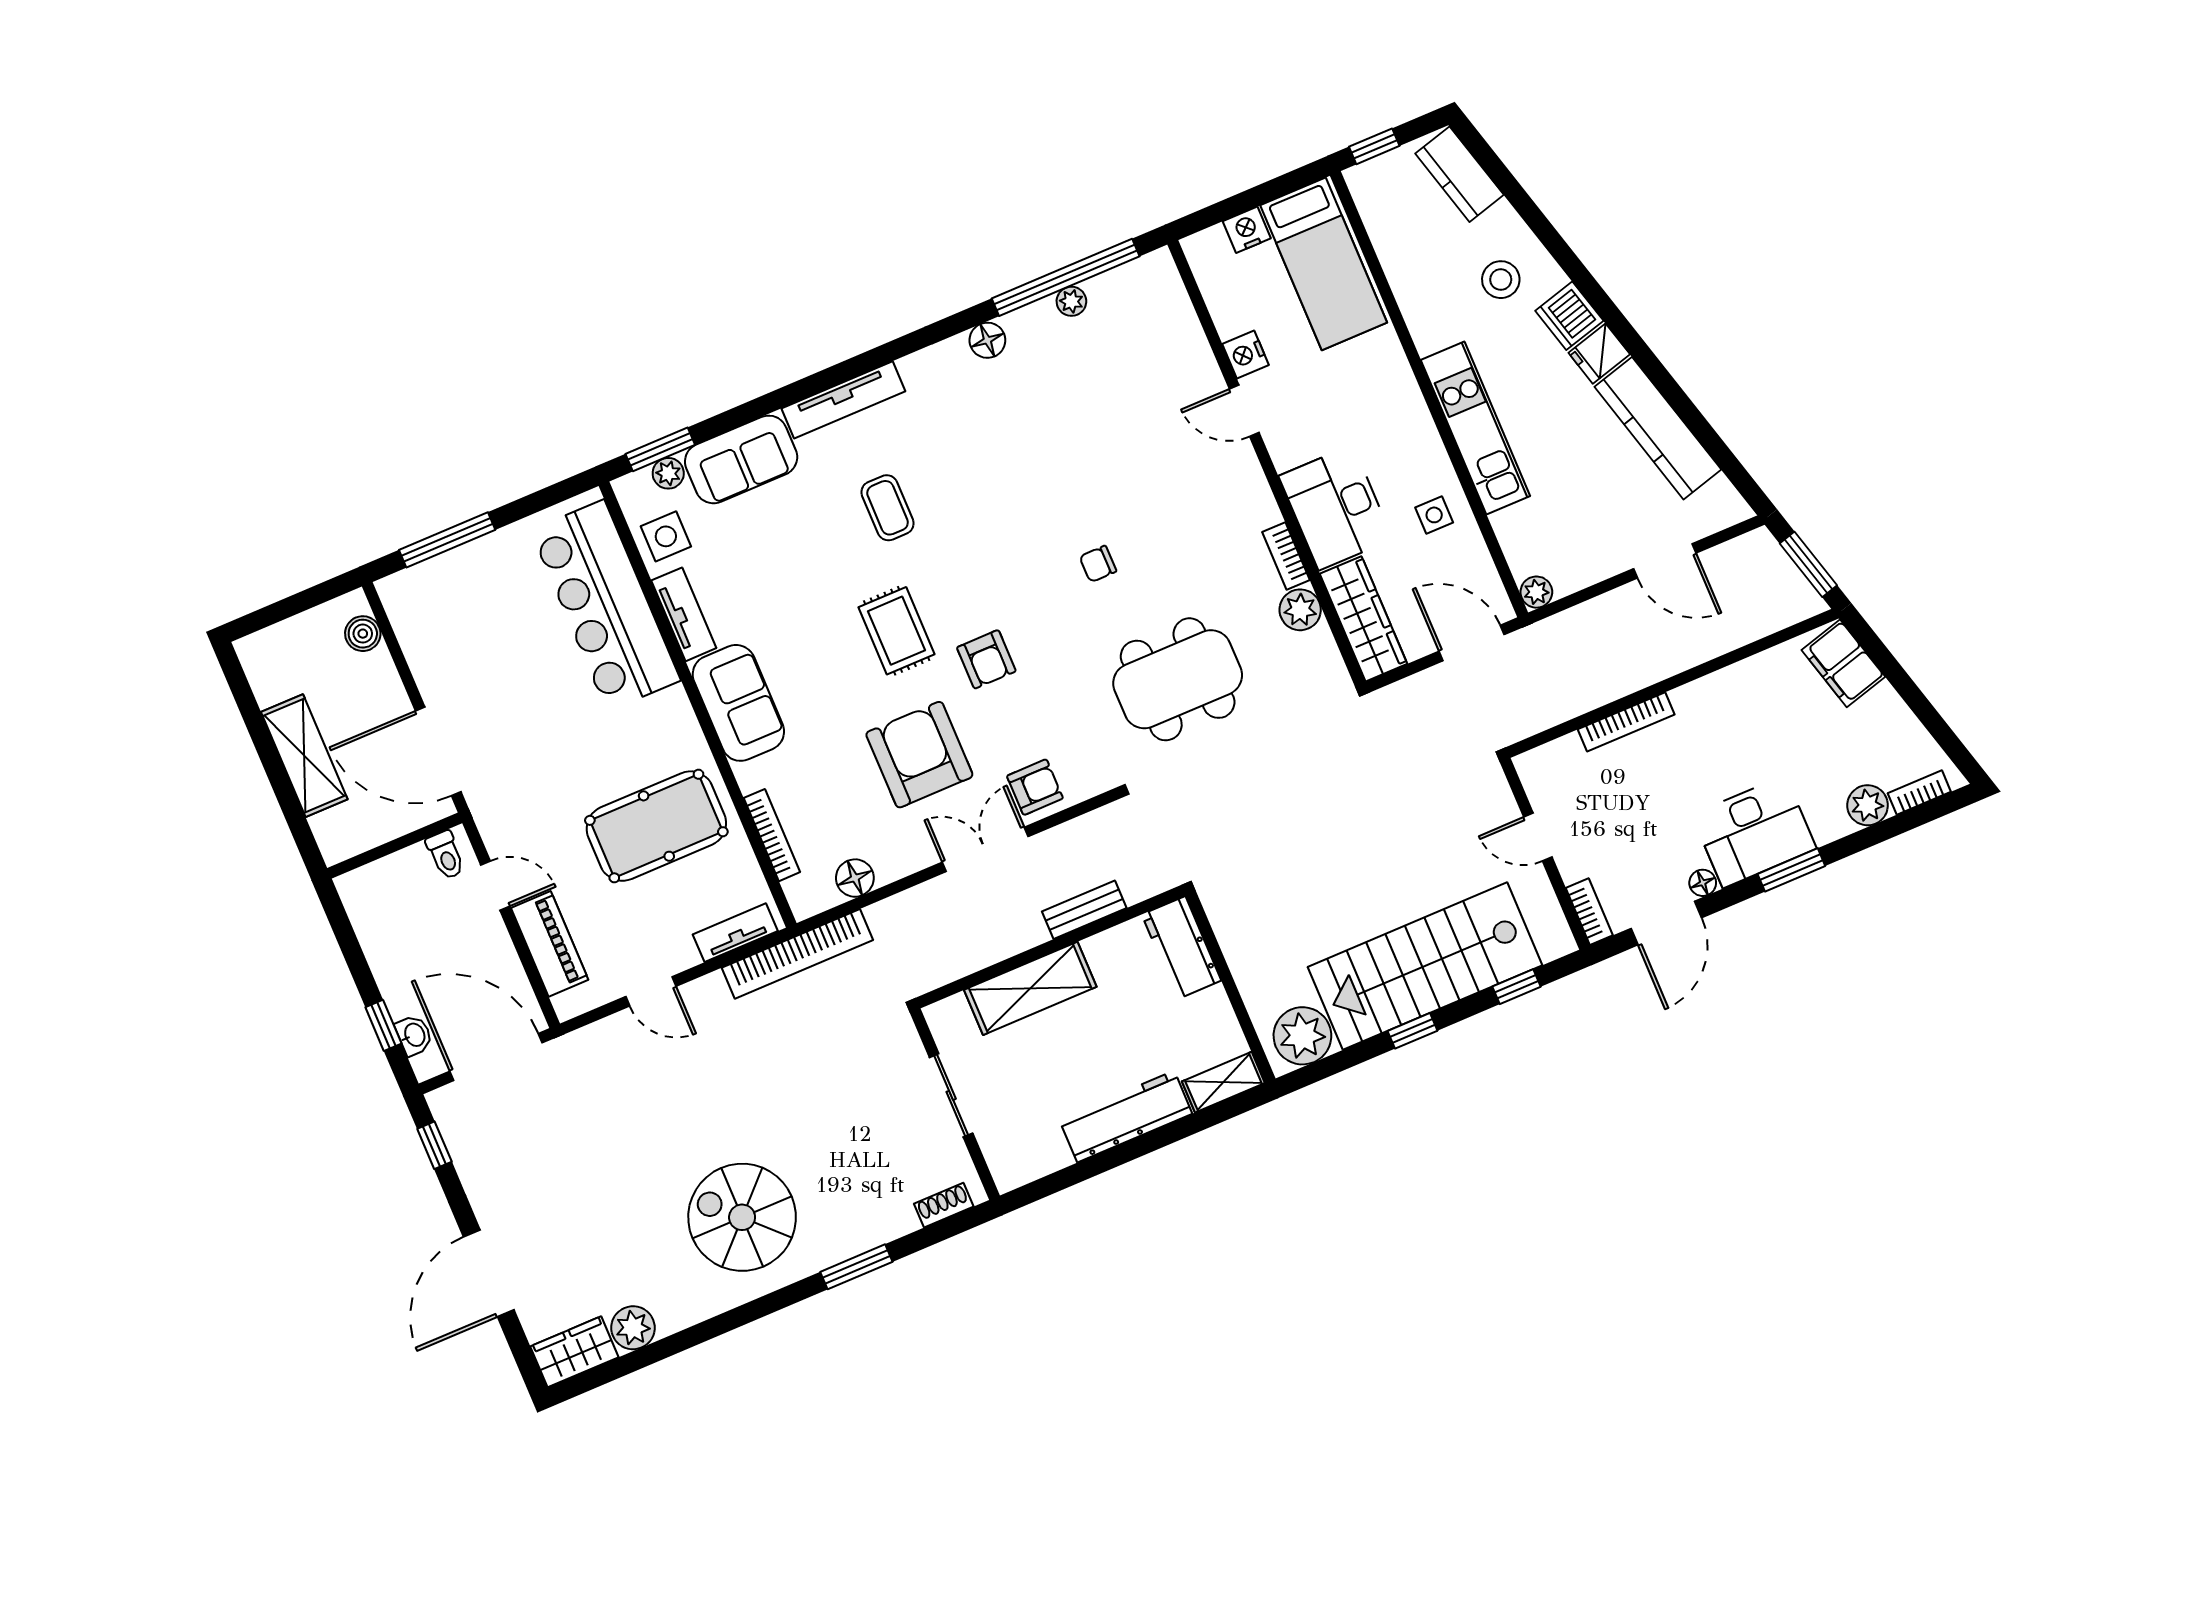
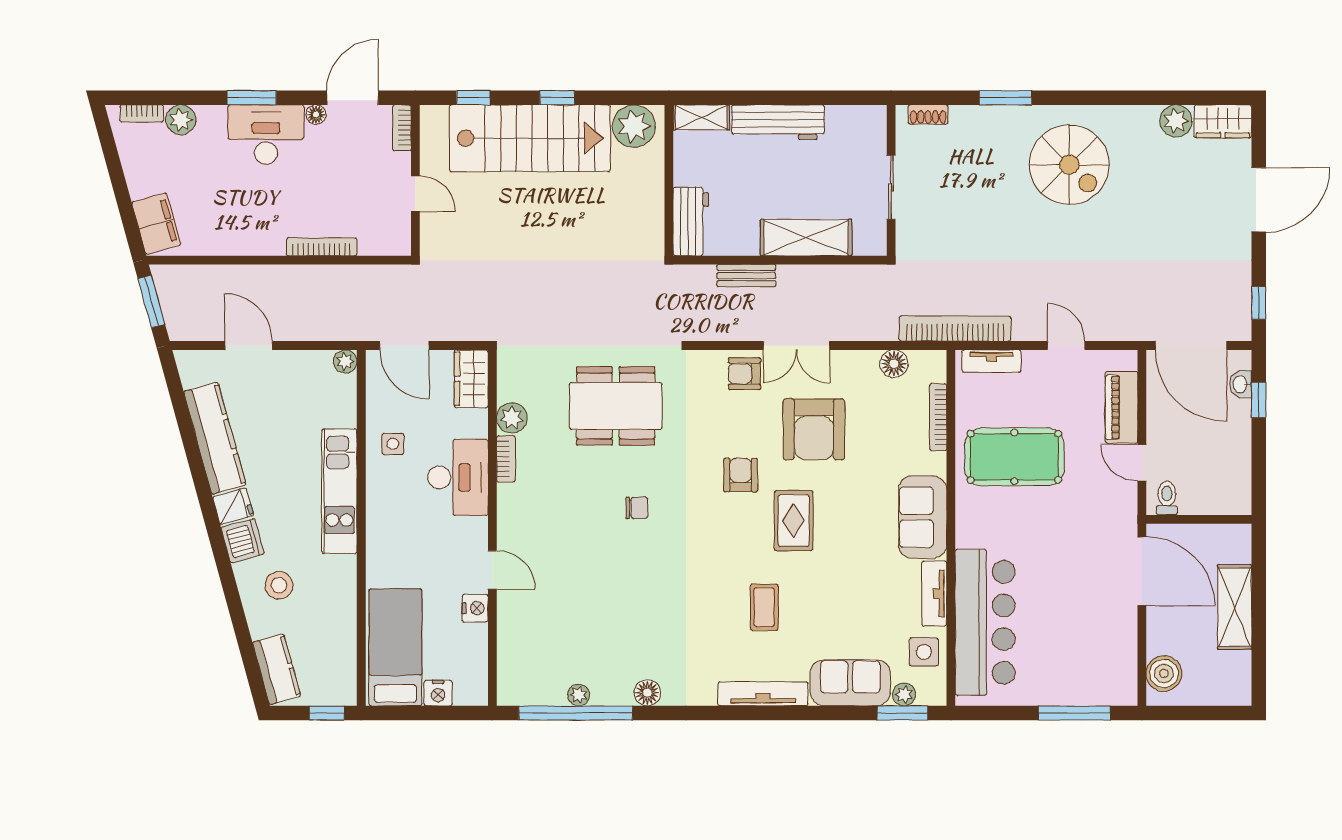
wardrobe: (1363, 619) -> (471, 379), width x0.67
boiler: (363, 634) -> (1164, 673), width x1.36, depth x1.36

